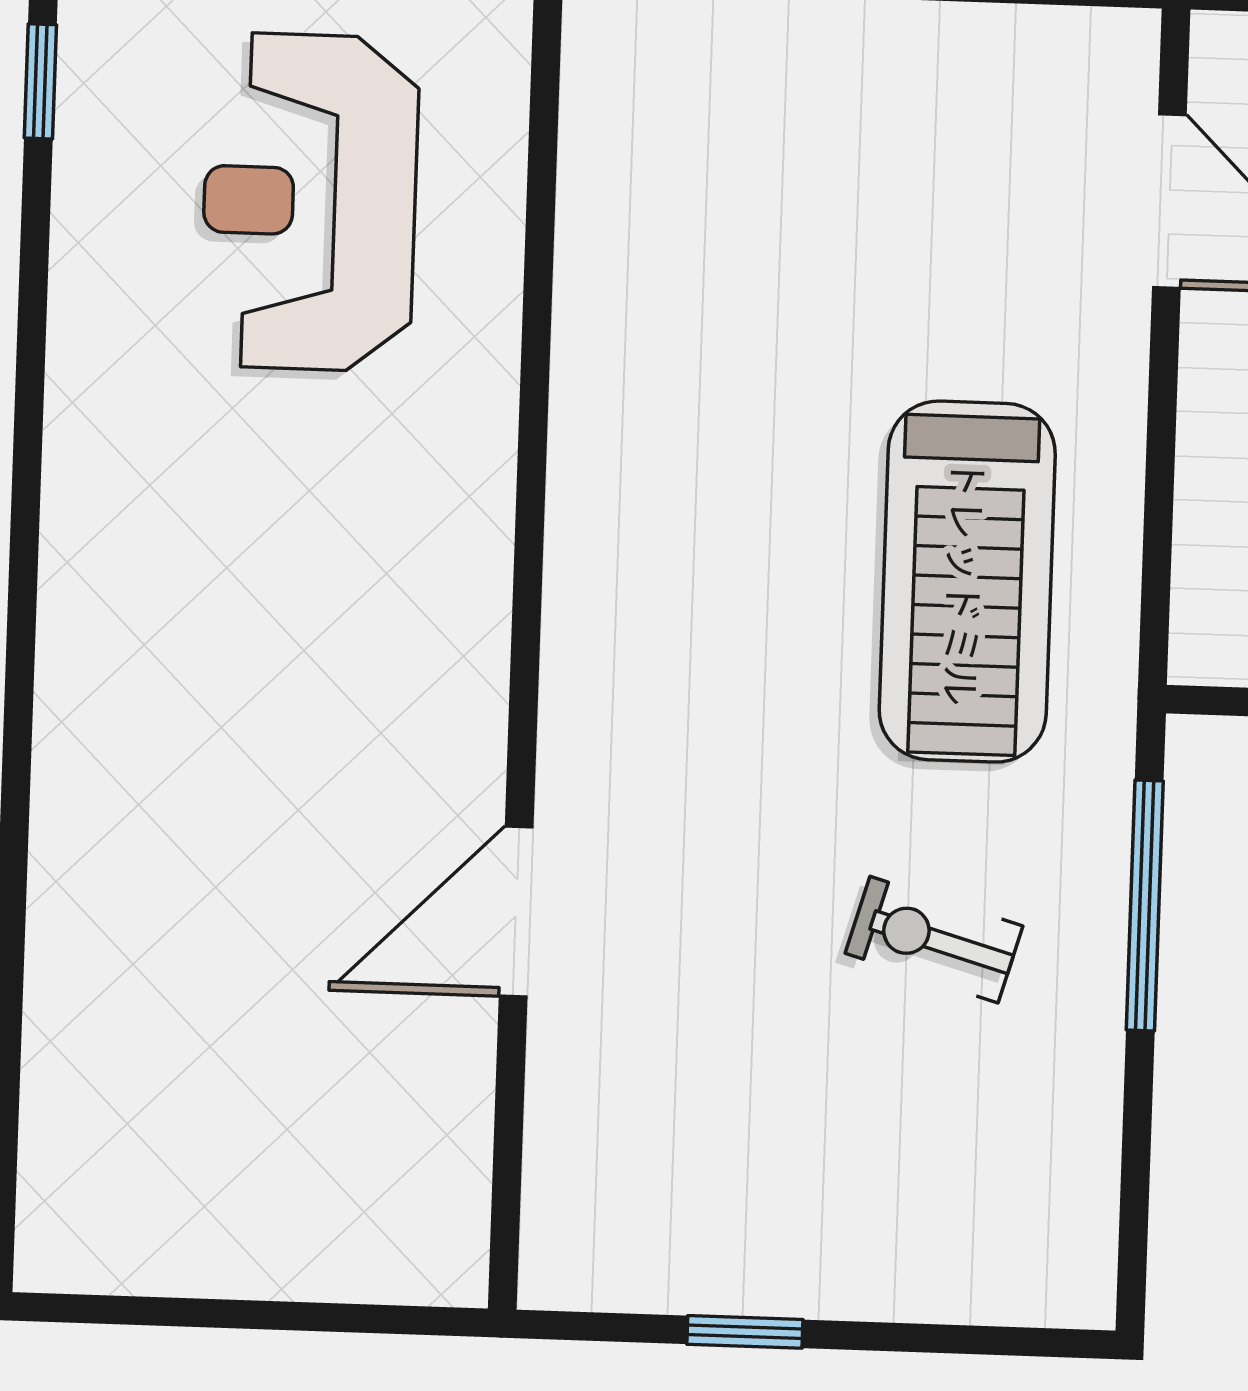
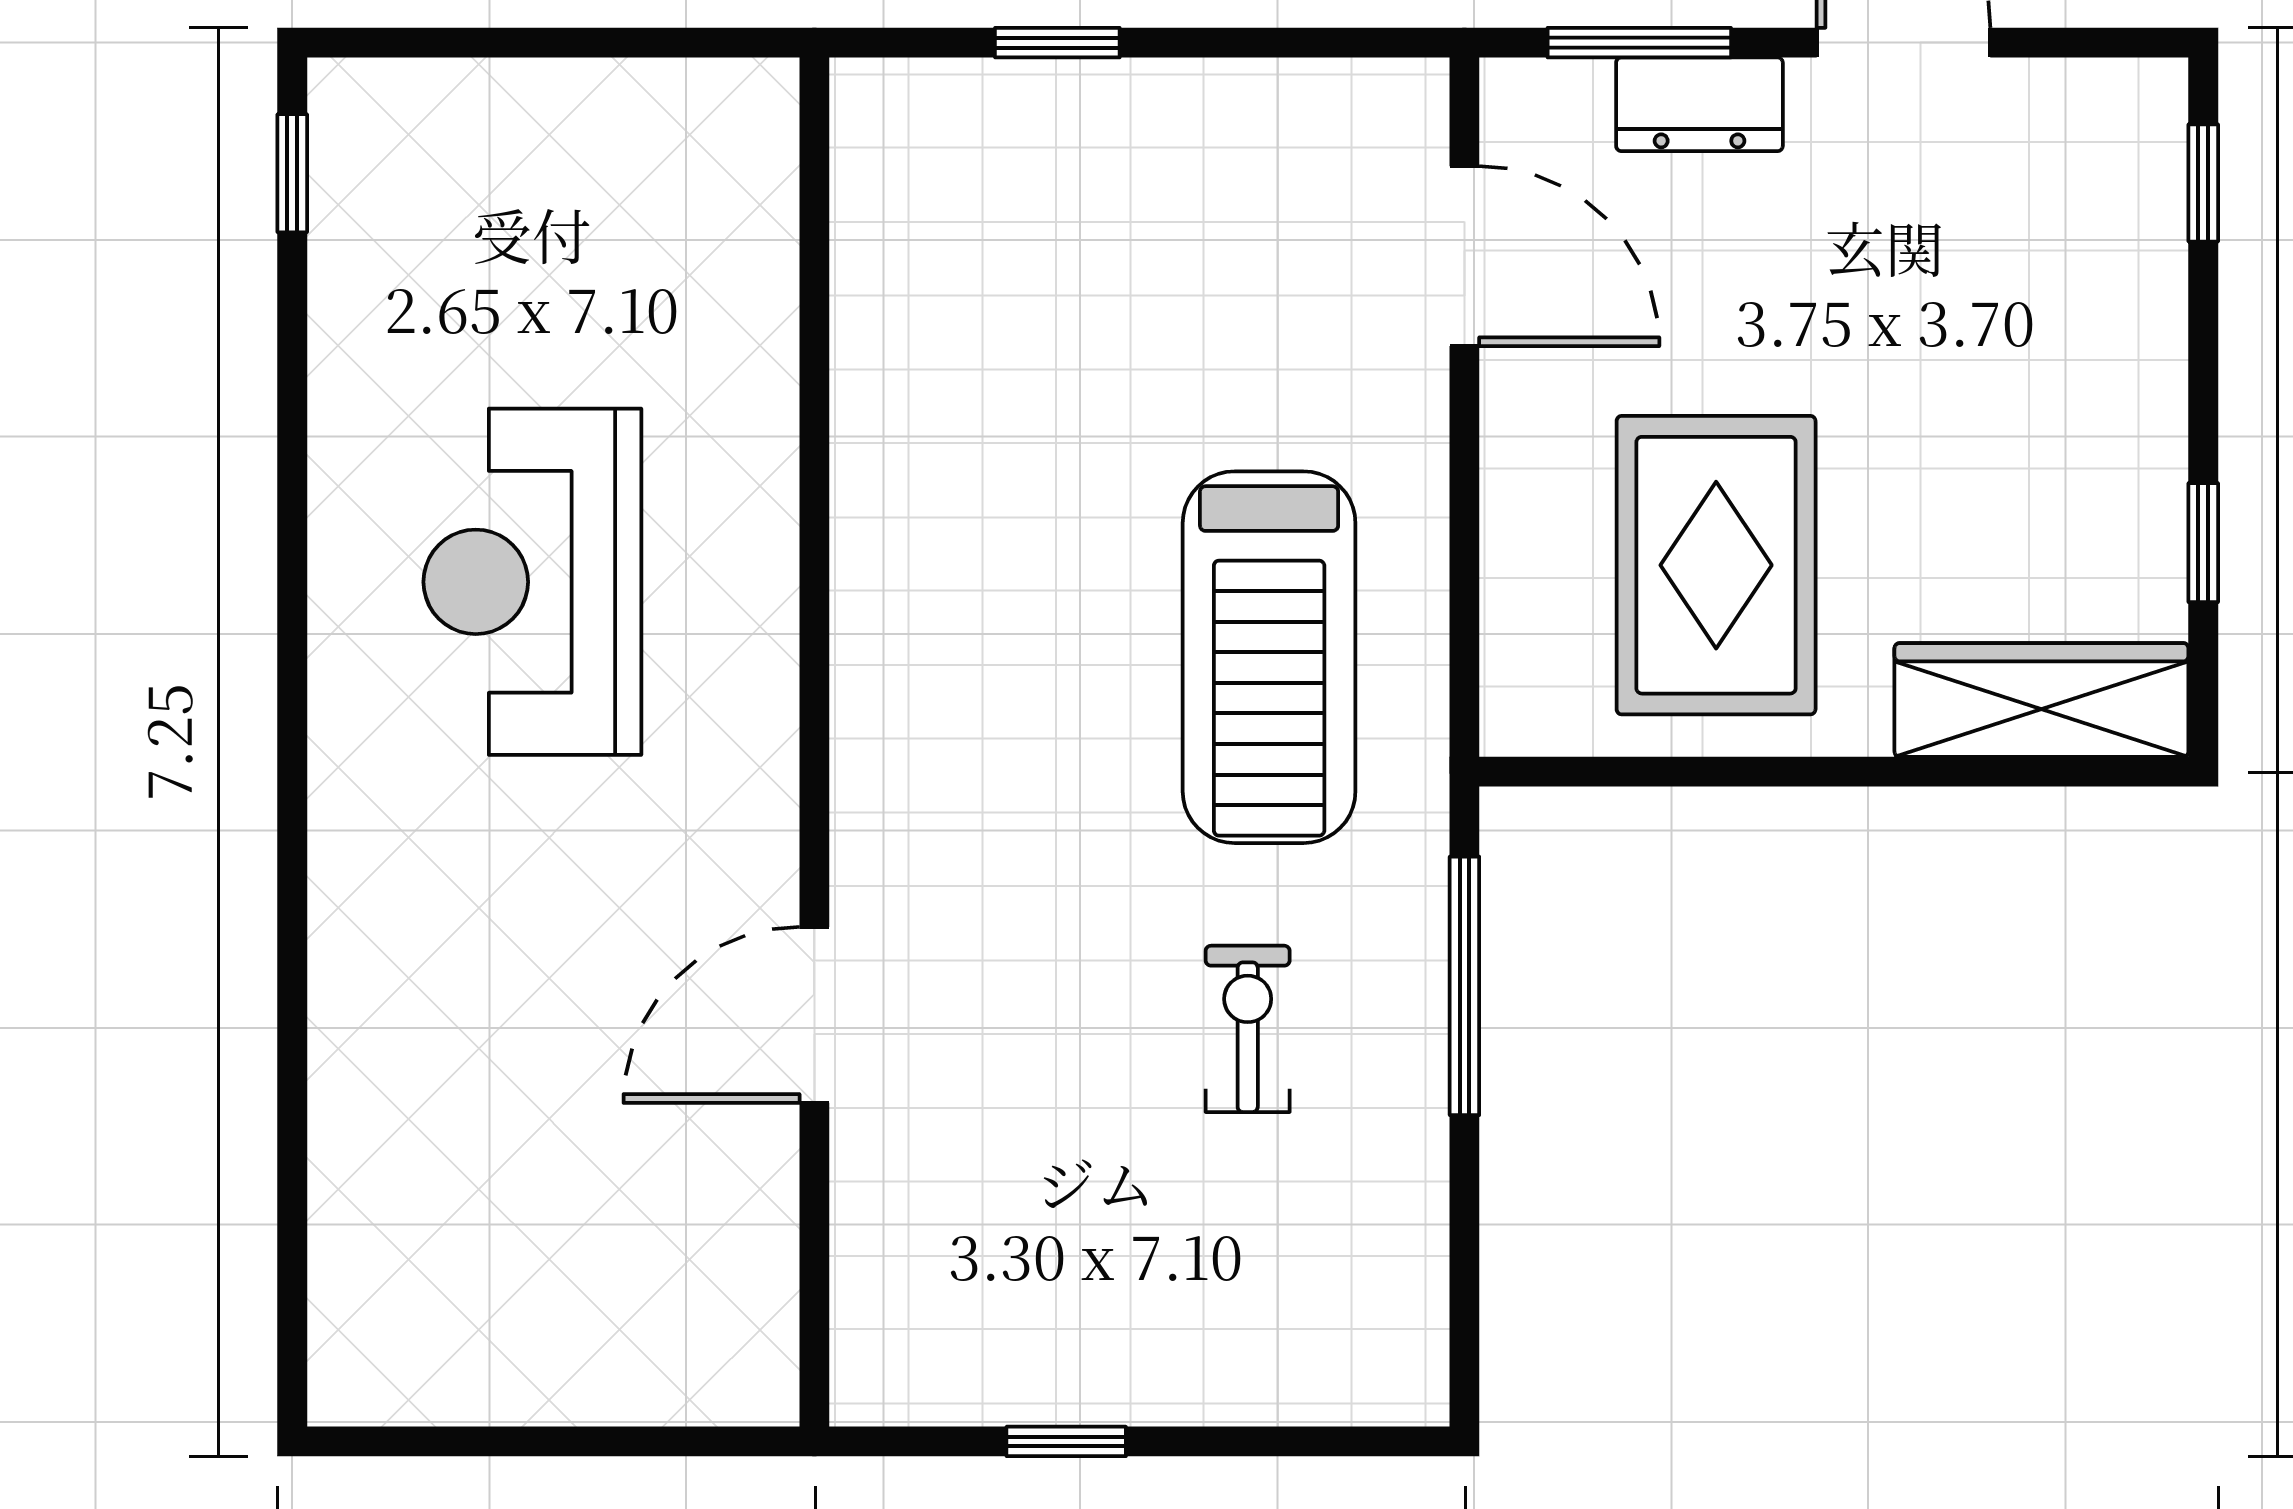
reception desk: (310, 202) -> (532, 582), moved
exercise bike: (934, 940) -> (1248, 1029), turned 74

